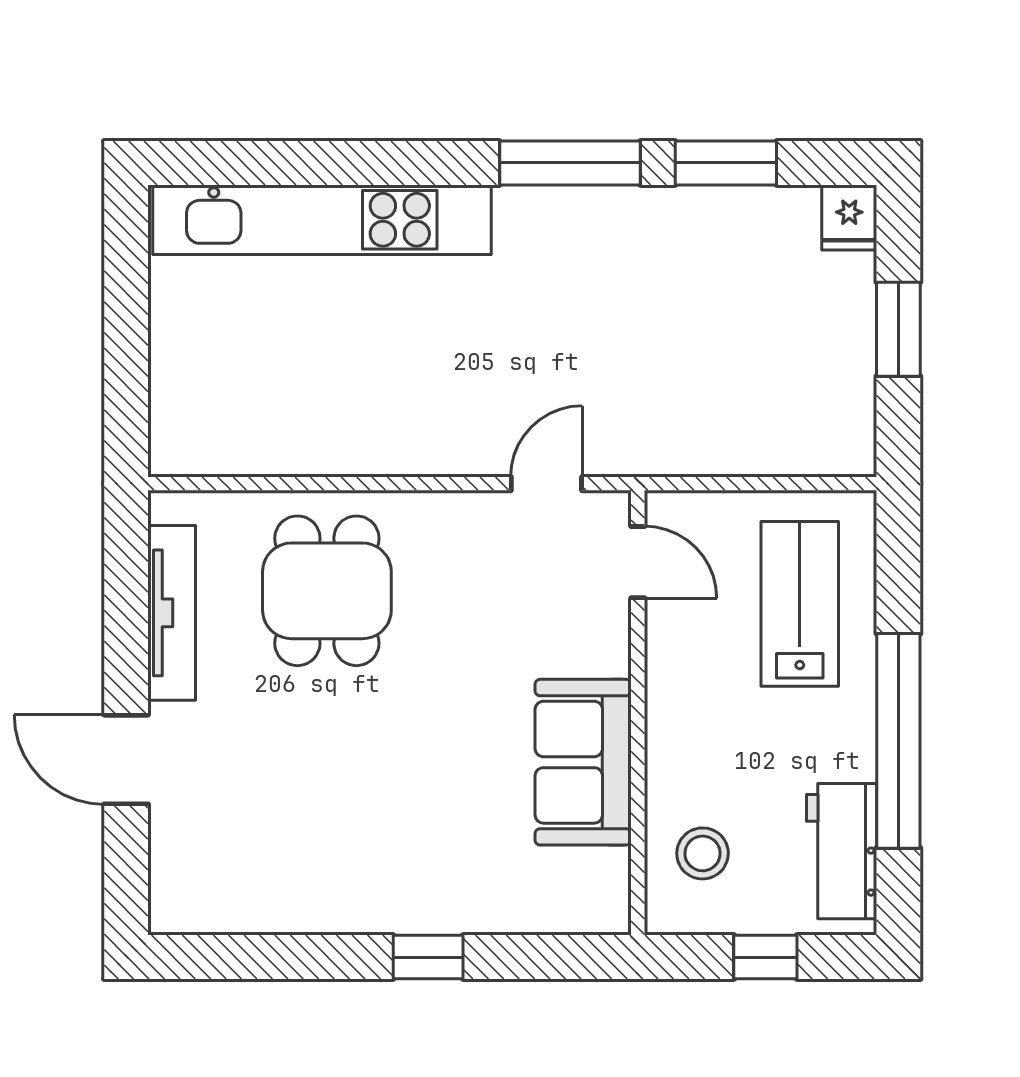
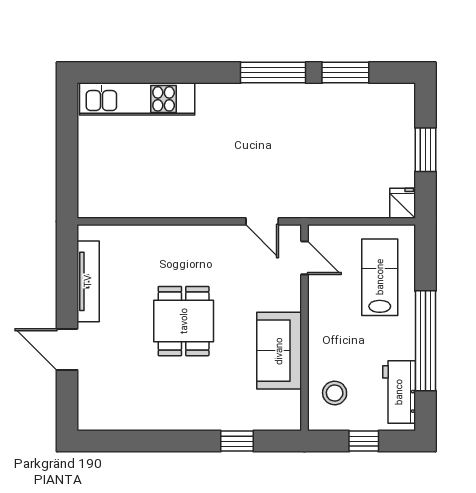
fridge: (849, 217) -> (403, 203), moved, turned 180
kitchen unit: (322, 220) -> (137, 99), width x0.73
door: (546, 484) -> (262, 221), swing flipped
dining table: (327, 591) -> (184, 321), moved
window: (428, 957) -> (237, 441), moved

